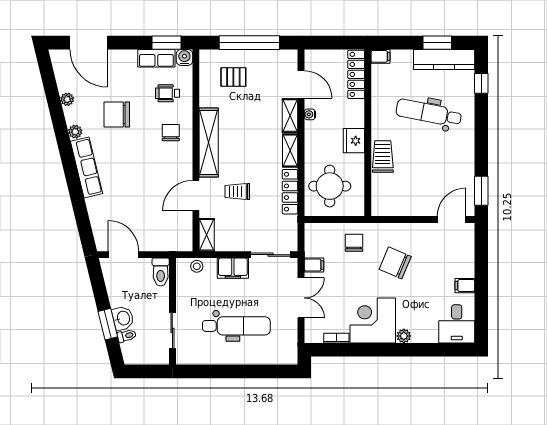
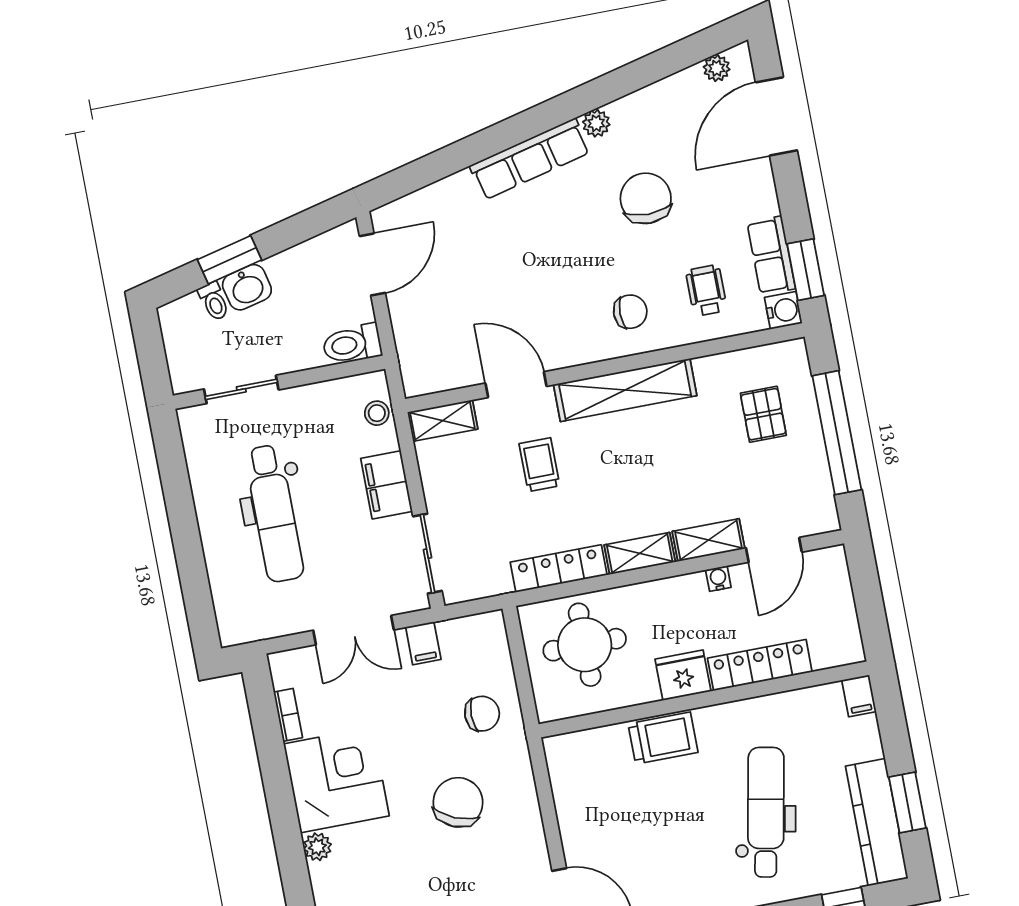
locker: (356, 74) -> (760, 665), moved
plant: (67, 99) -> (717, 68), moved

